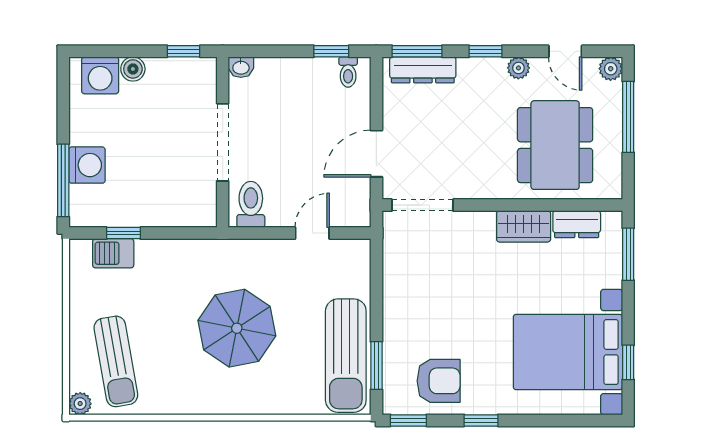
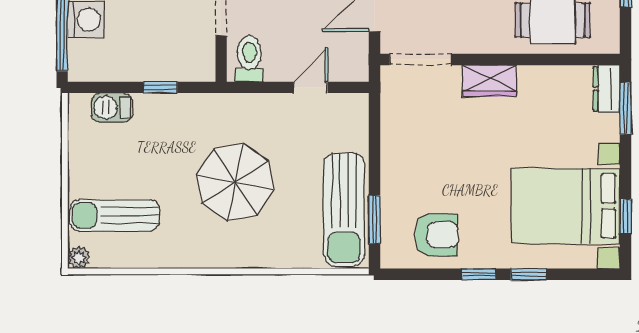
dresser: (577, 224) -> (607, 89), moved, turned 90
wardrobe: (524, 226) -> (489, 81), moved
window: (124, 233) -> (160, 87), moved
sun lounger: (116, 361) -> (115, 215), turned 100
window: (408, 420) -> (529, 274), moved

